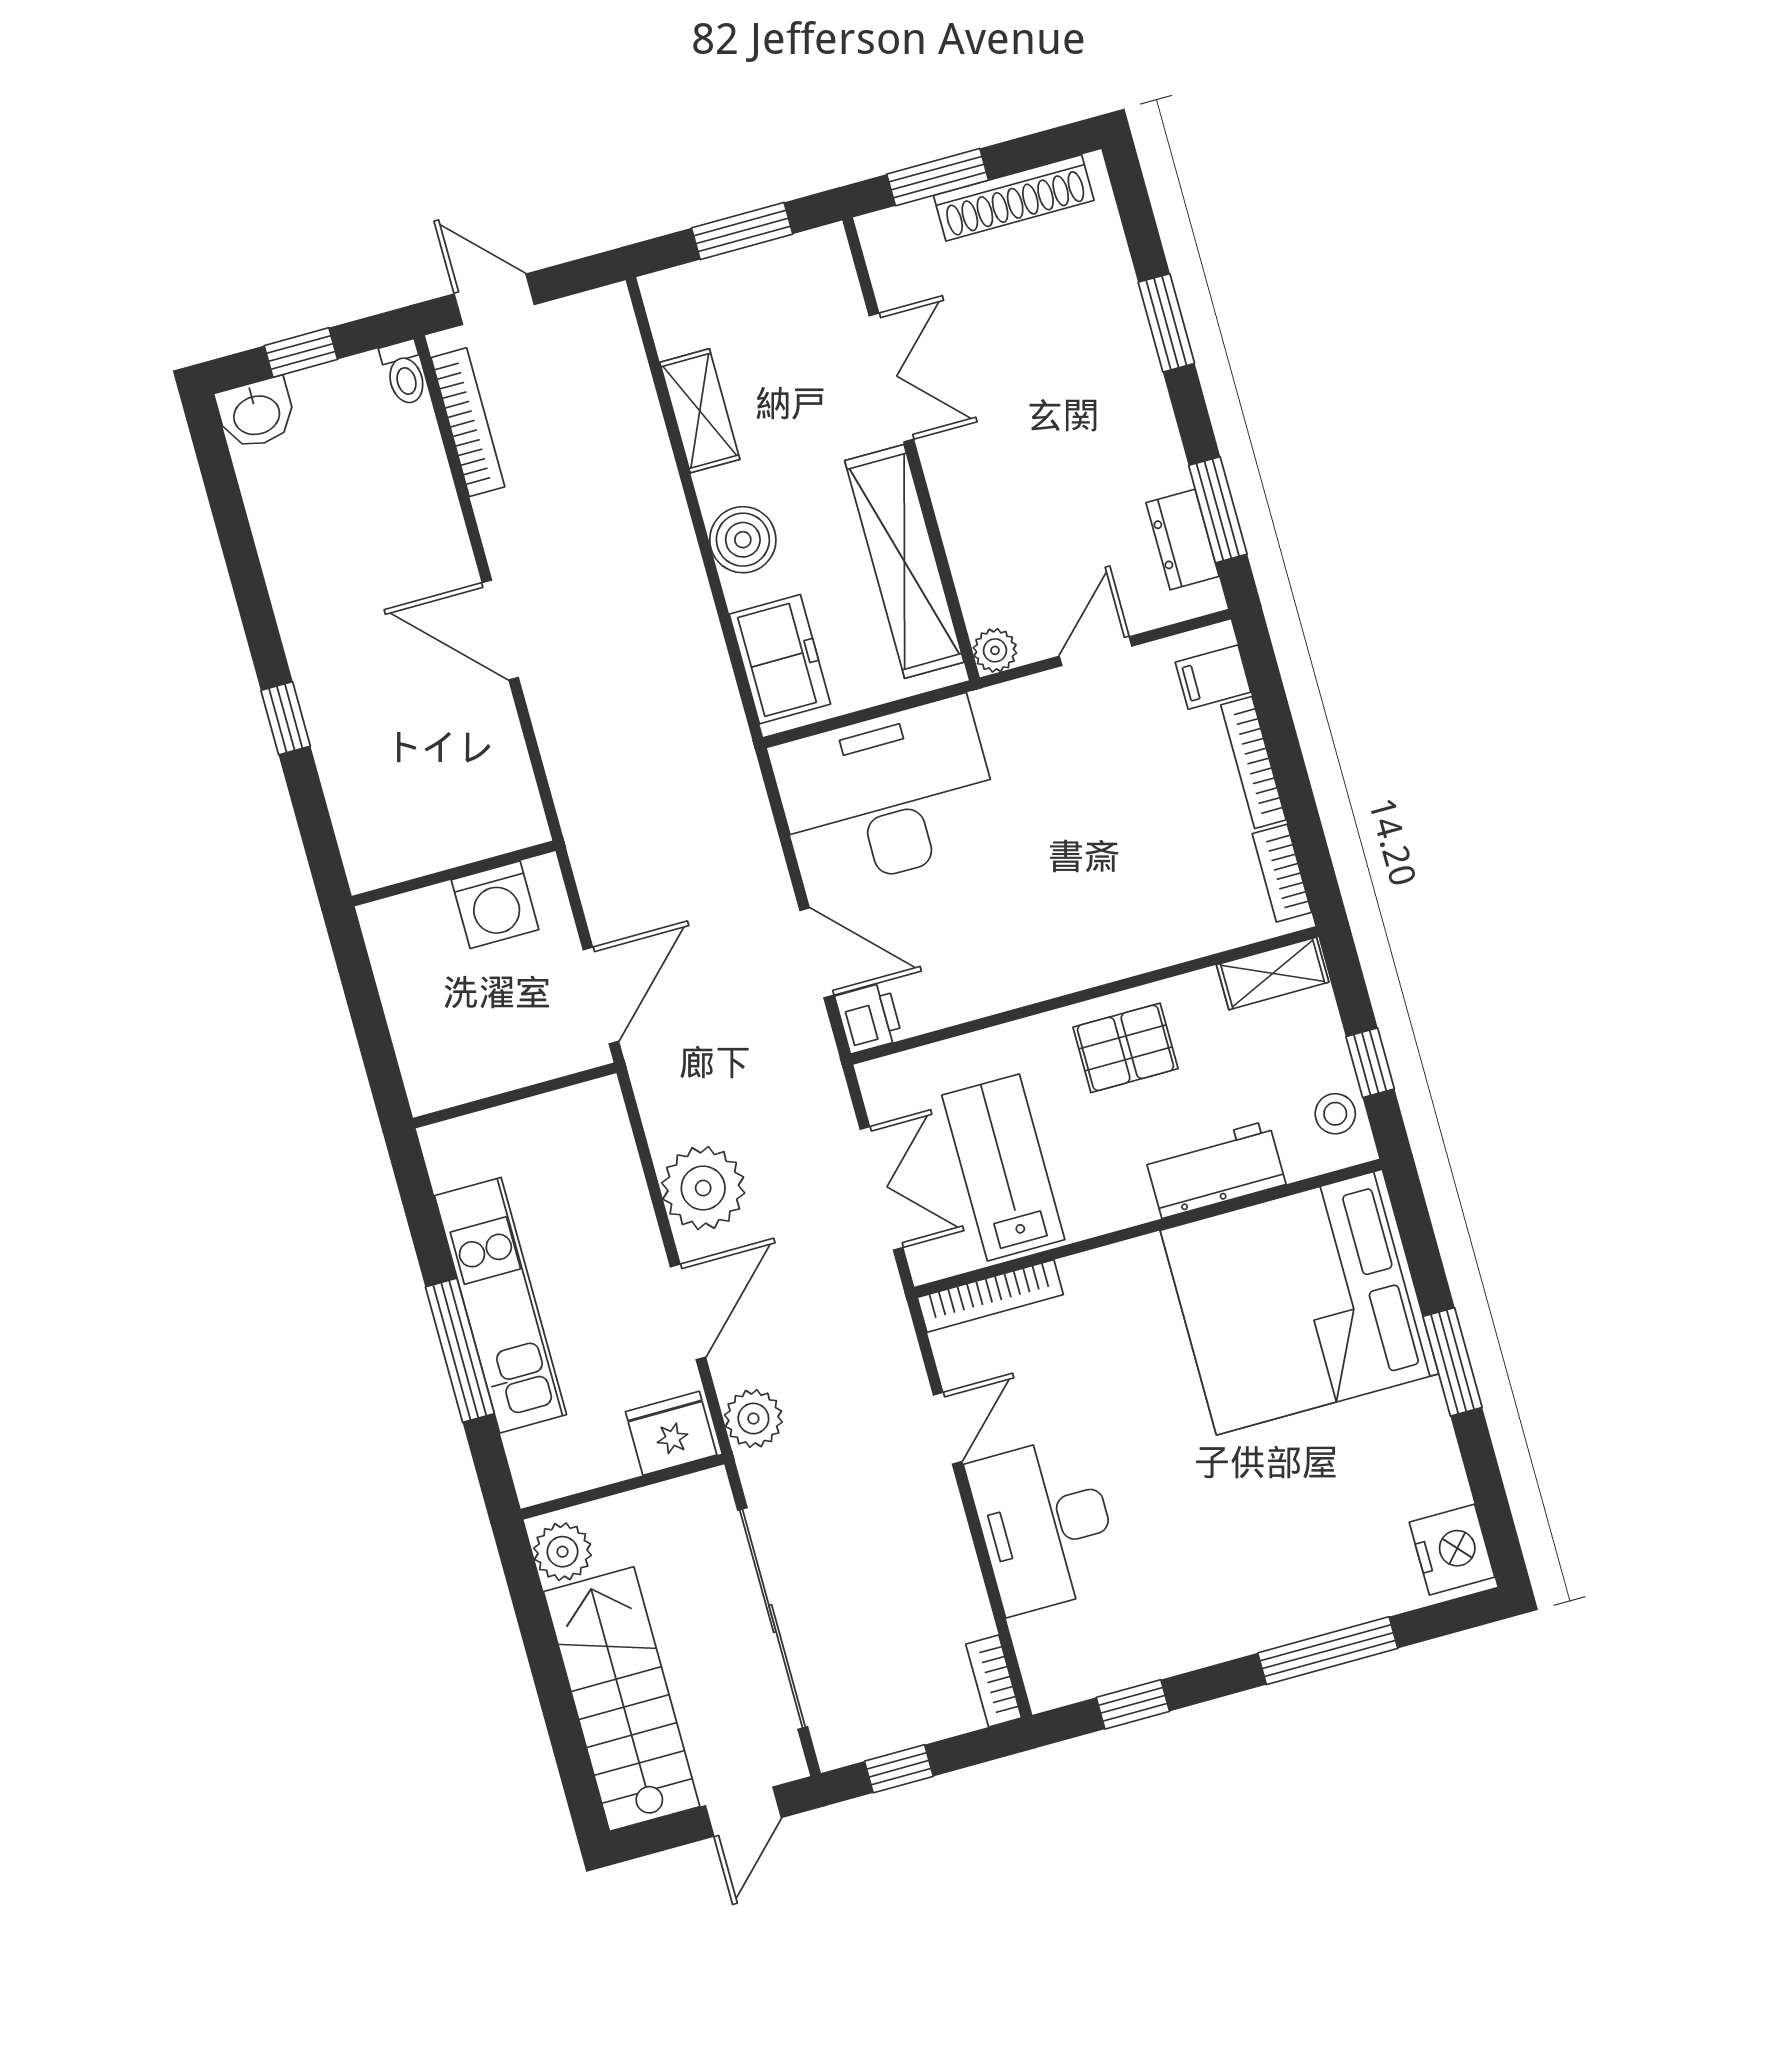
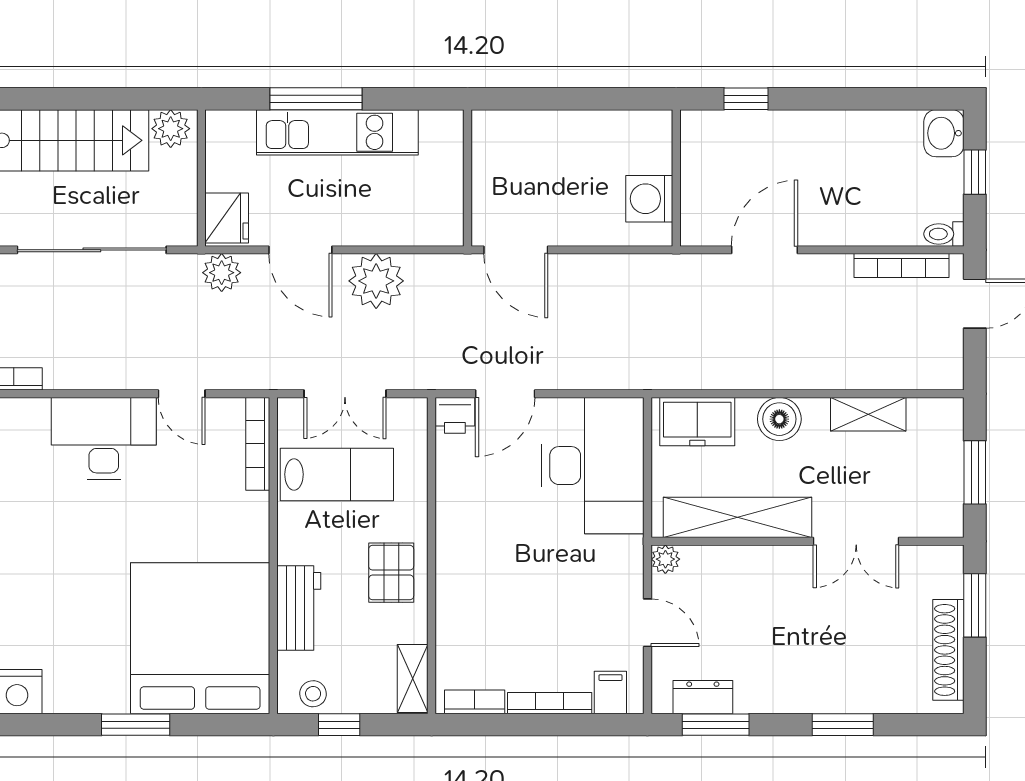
wall: (454, 873) -> (676, 178), moved
washing machine: (495, 905) -> (649, 199), moved

